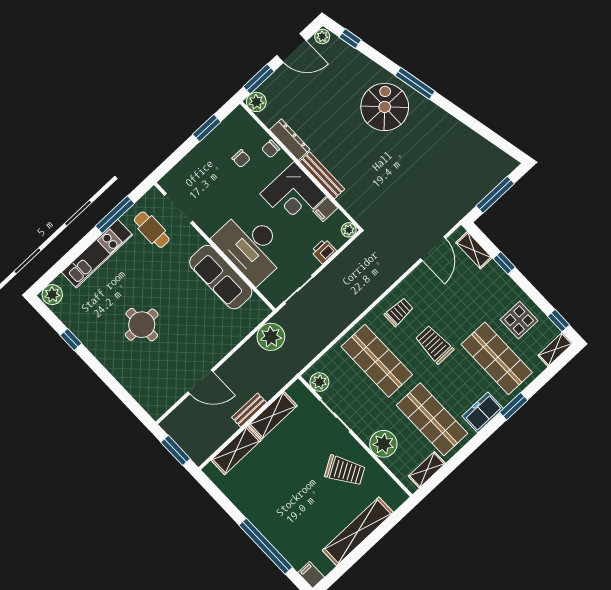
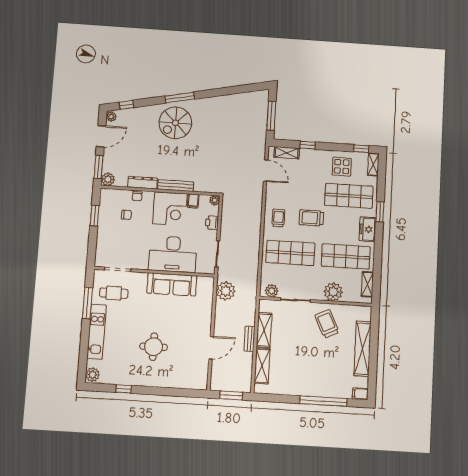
spiral stairs: (385, 107) -> (175, 123), turned -90
trolley: (345, 471) -> (327, 324), turned -86

